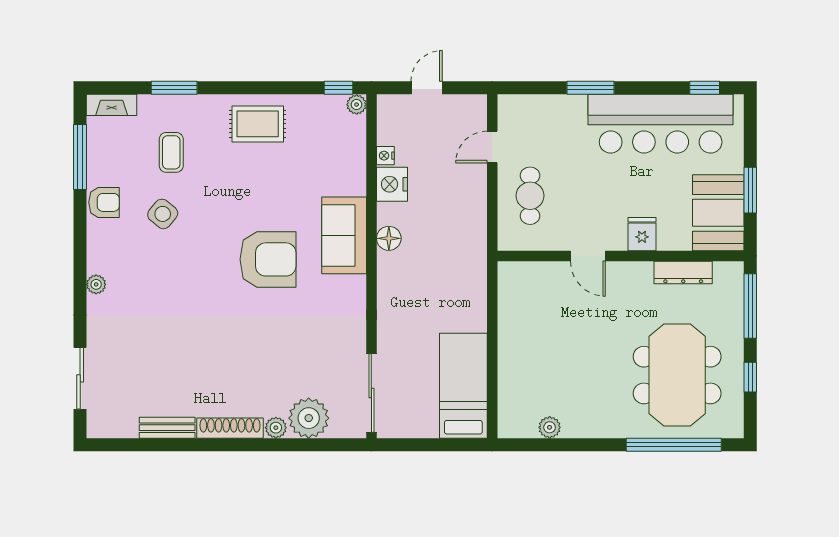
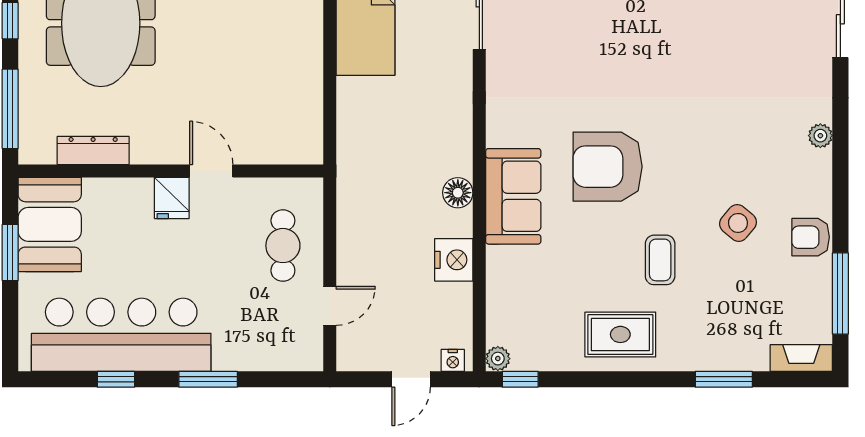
window: (705, 88) -> (116, 379), moved
coffee table: (171, 152) -> (660, 260), moved
nightstand: (385, 156) -> (453, 360), moved, turned 90
fridge: (642, 234) -> (172, 198), moved

